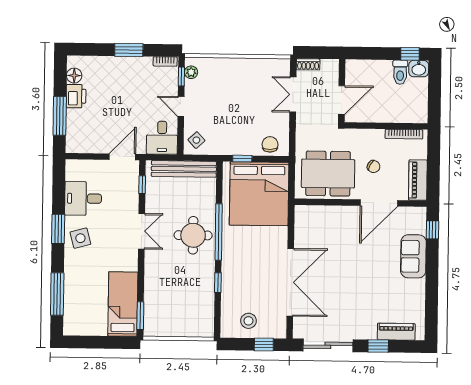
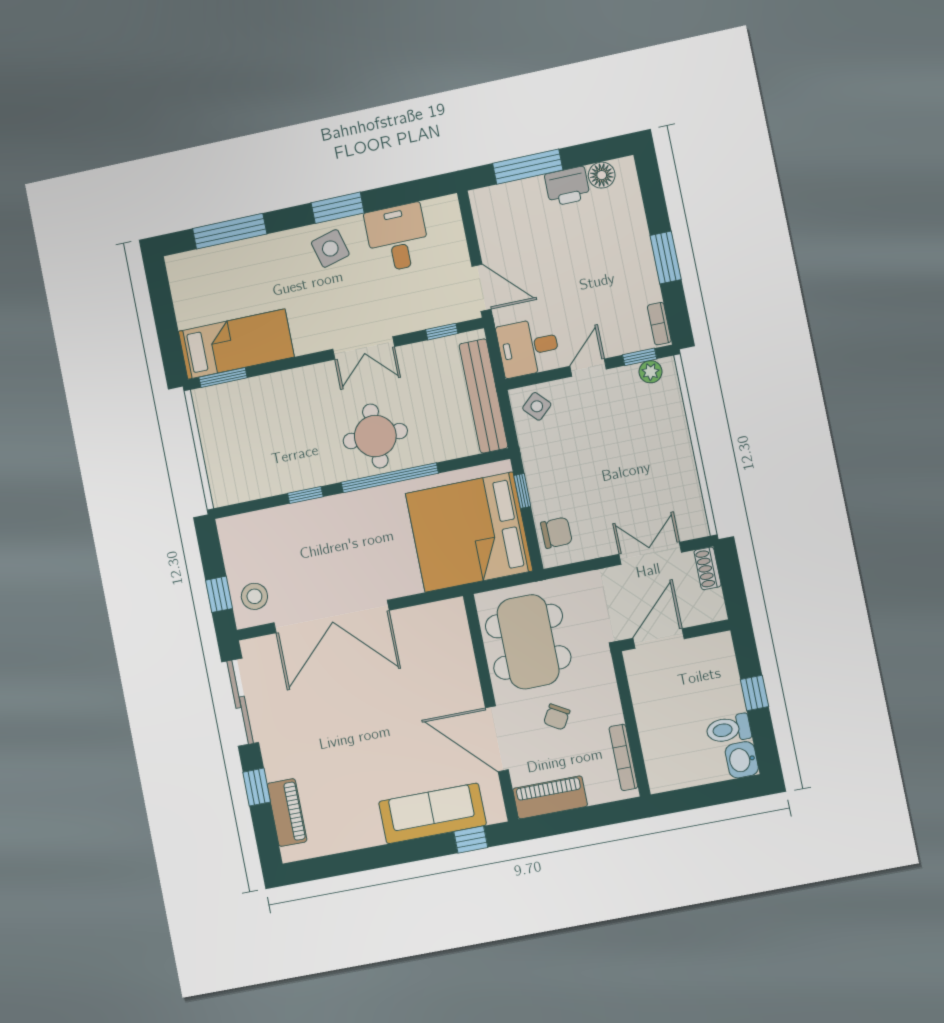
window: (410, 54) -> (755, 693), moved
door: (342, 100) -> (659, 639), swing flipped
sofa: (413, 256) -> (432, 813), width x1.36
stool: (248, 321) -> (254, 596), moved

